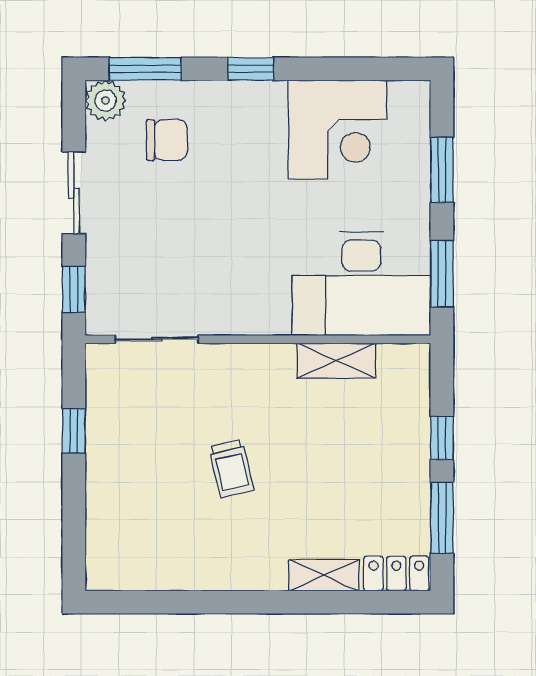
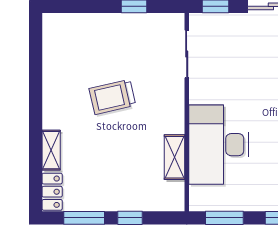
desk: (361, 284) -> (219, 145), moved
trolley: (231, 469) -> (112, 97), width x1.36, depth x1.39

